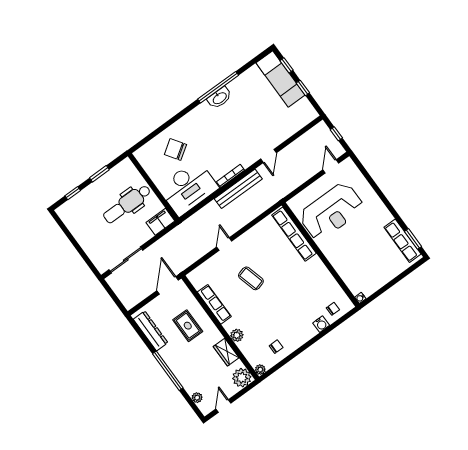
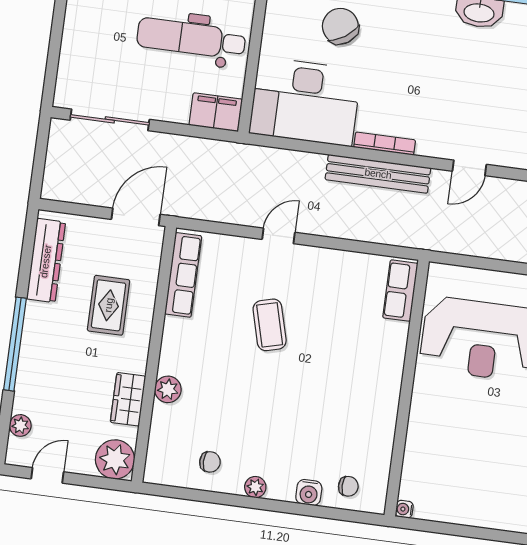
row of seats: (294, 234) -> (400, 291), width x0.50
row of seats: (214, 304) -> (183, 275), moved
plant: (260, 370) -> (255, 487), moved

